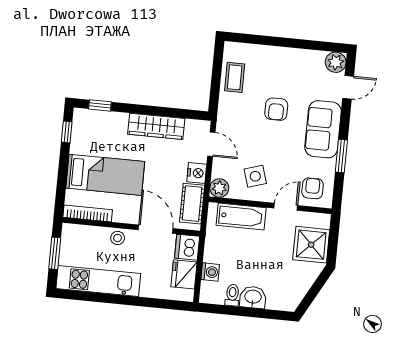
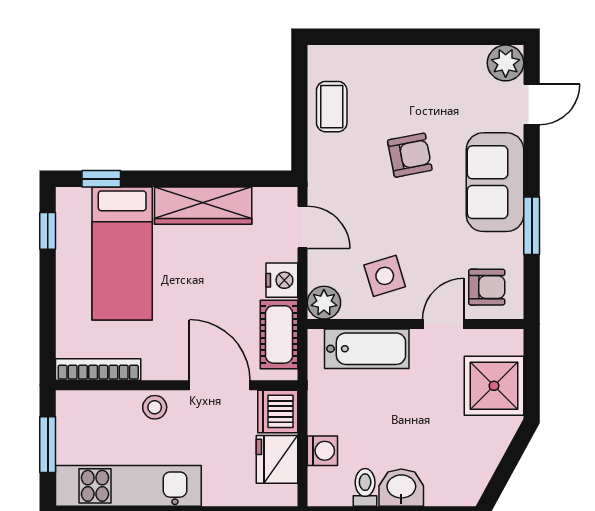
armchair: (276, 109) -> (410, 155), turned -101
bed: (105, 175) -> (122, 254), moved, turned 90
armchair: (313, 188) -> (487, 287), turned 90

